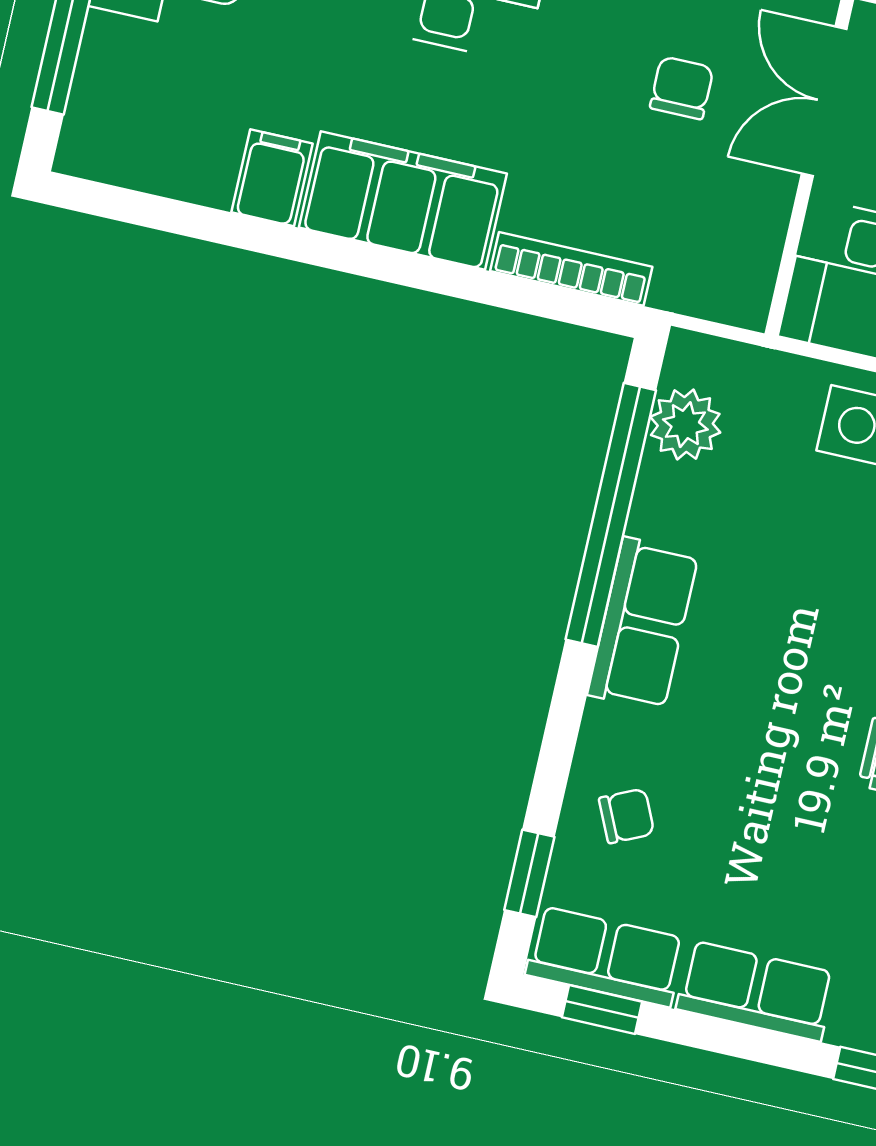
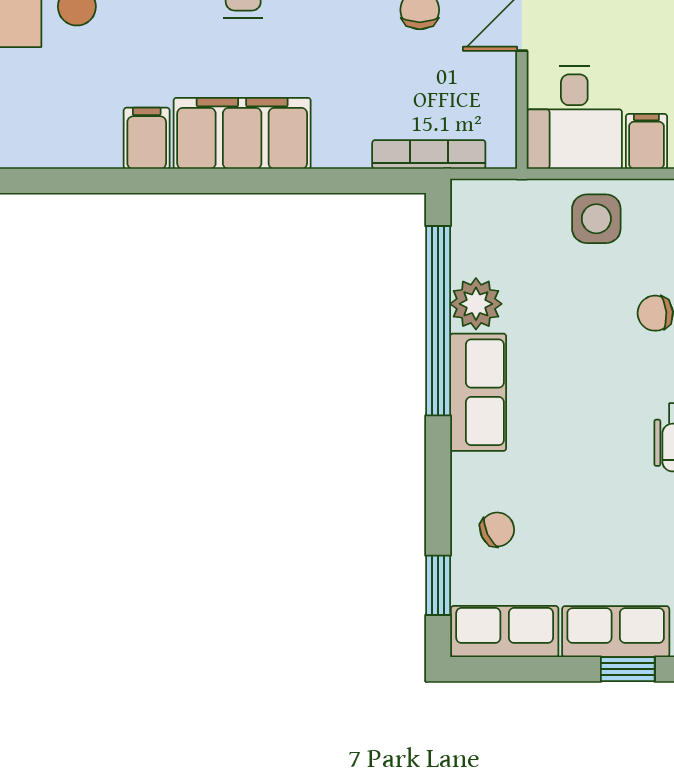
bookcase: (571, 269) -> (429, 154), moved
plant: (685, 425) -> (476, 304), moved
window: (602, 1010) -> (628, 669), moved

